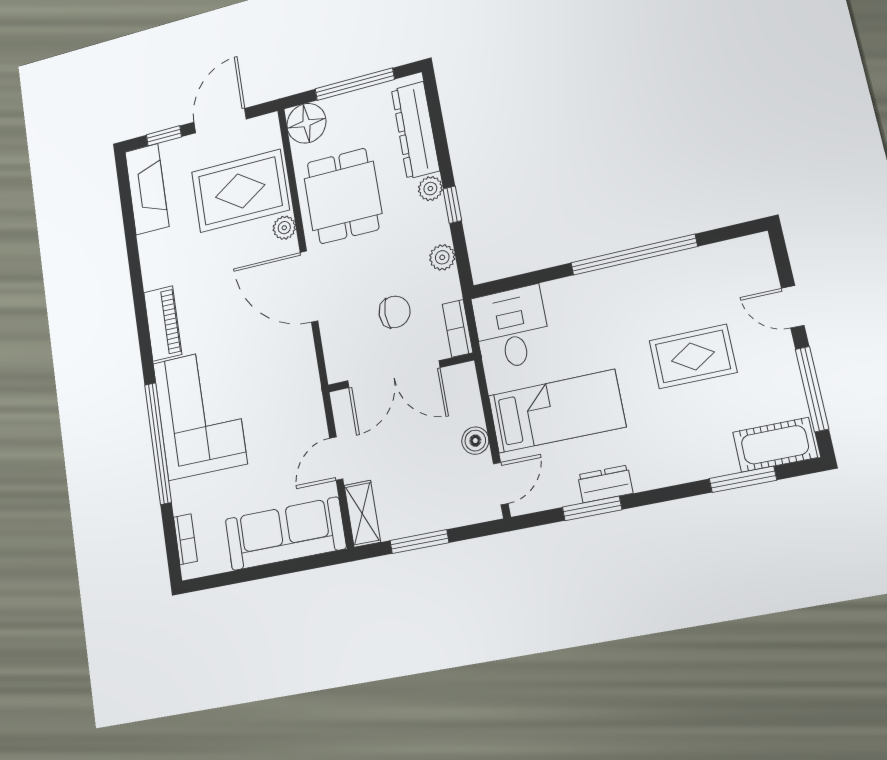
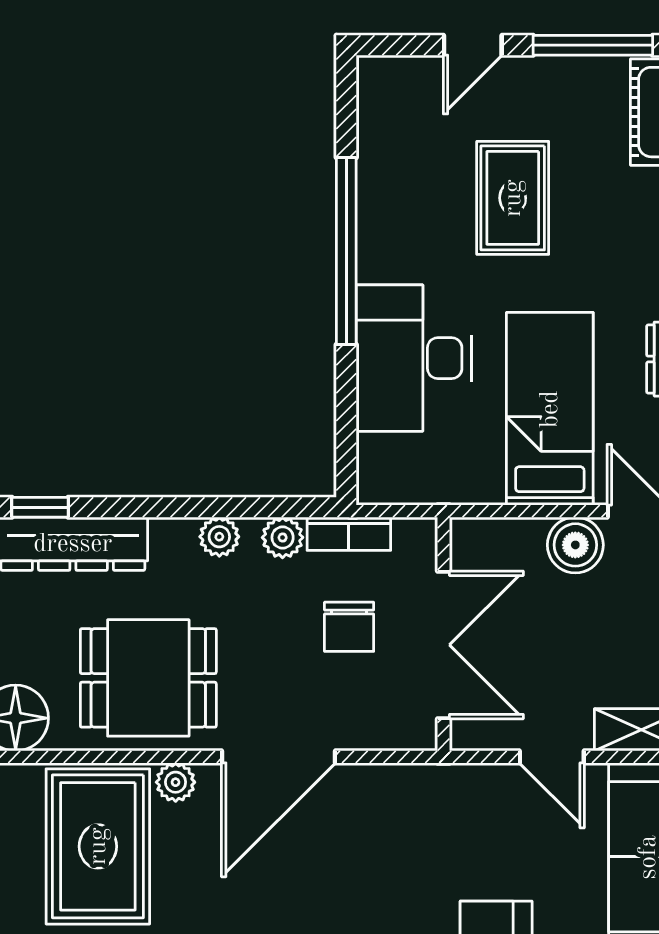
plant: (430, 189) -> (219, 537), moved
window: (452, 205) -> (40, 507), moved
chair: (395, 312) -> (349, 627), turned 180
bookcase: (458, 328) -> (349, 534), moved
desk: (512, 328) -> (414, 358), moved, width x1.37
boiler: (475, 441) -> (575, 545), width x1.36, depth x1.36

